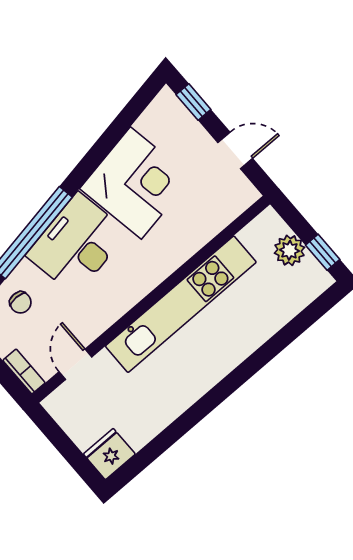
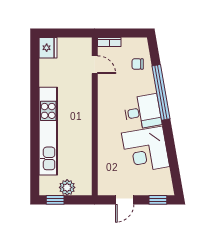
desk: (77, 244) -> (143, 112), width x0.73
kitchen unit: (181, 304) -> (48, 131), moved, turned 180

